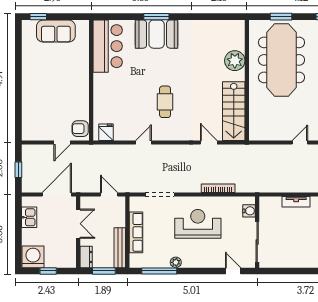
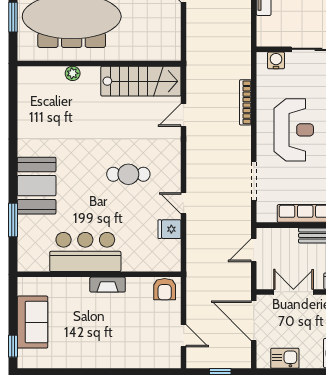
window: (156, 17) -> (13, 220), moved
bar counter: (108, 46) -> (85, 252), moved
plant: (235, 61) -> (73, 73), width x0.53, depth x0.53
fireplace: (84, 86) -> (108, 285), added
fridge: (106, 132) -> (170, 229), moved
door: (62, 143) -> (184, 336), moved
reception desk: (198, 224) -> (294, 130), turned 180

